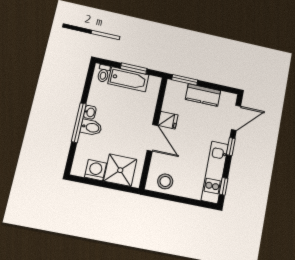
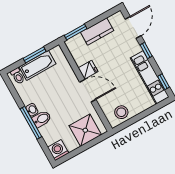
washing machine: (95, 170) -> (58, 150), moved

